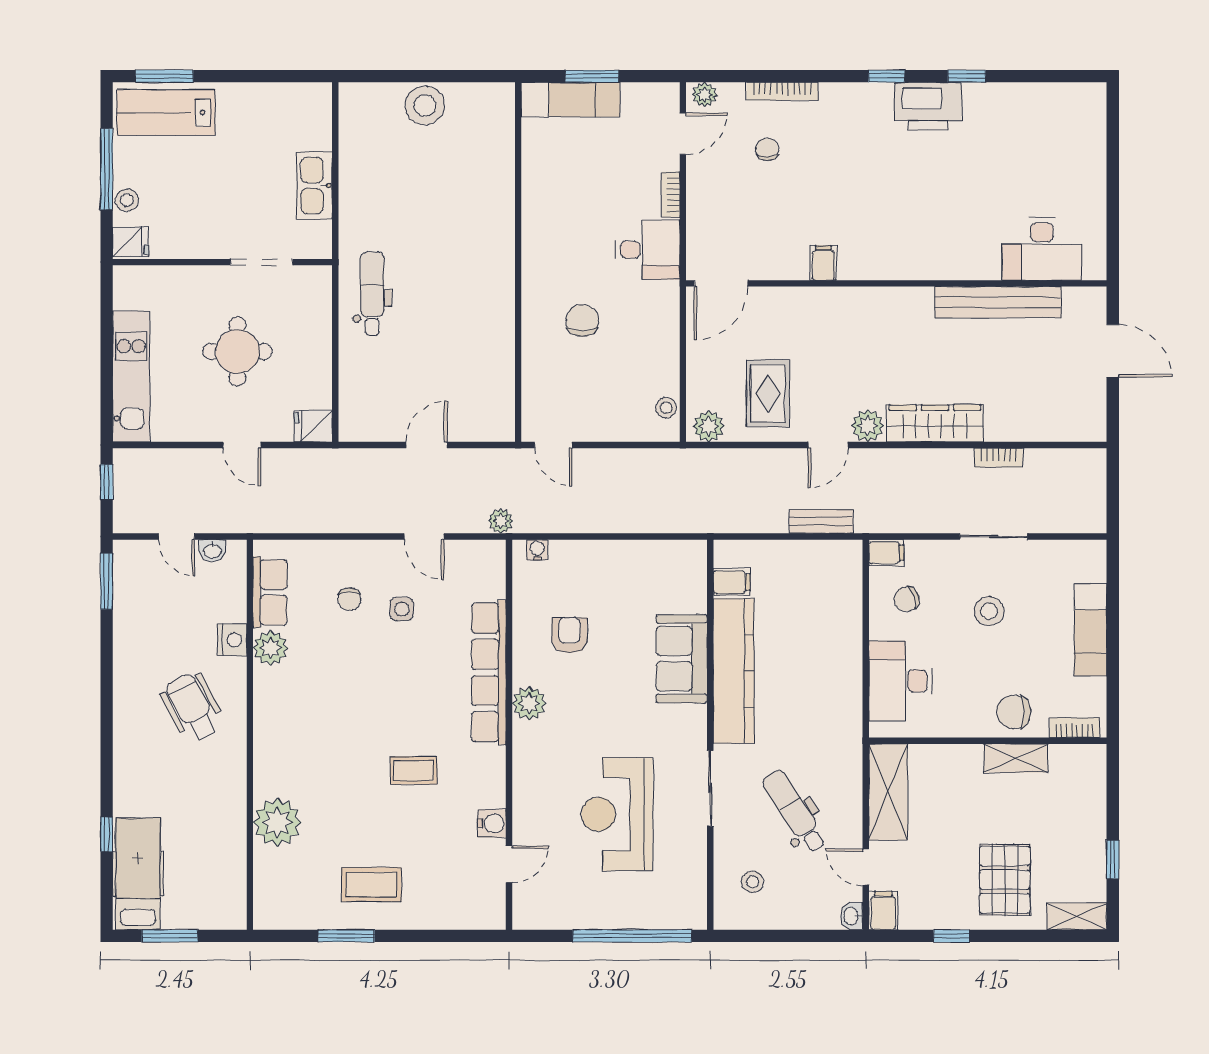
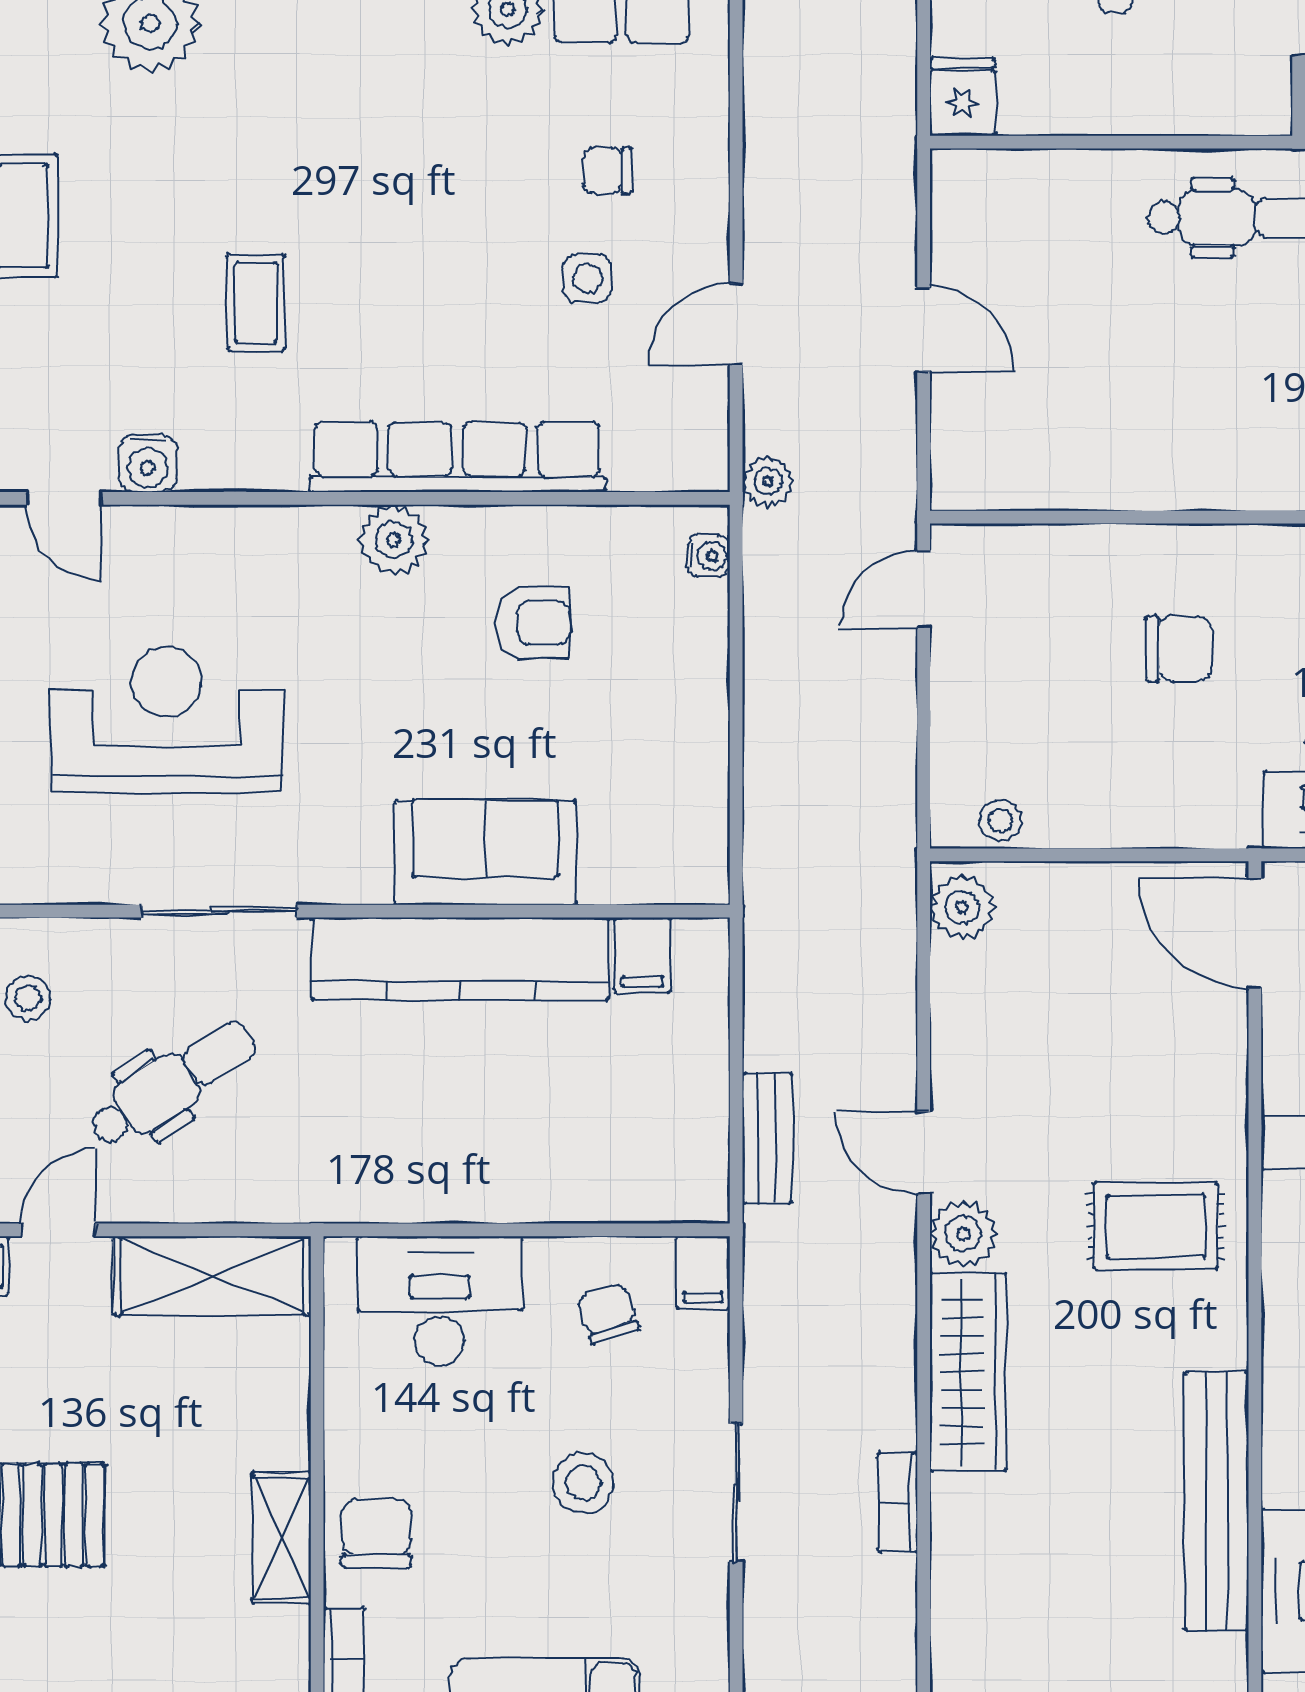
rug: (768, 393) -> (1156, 1226), moved

